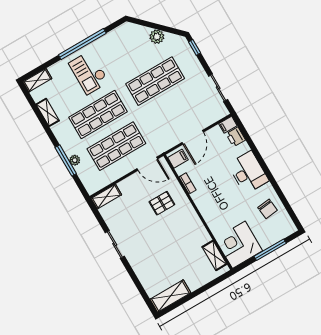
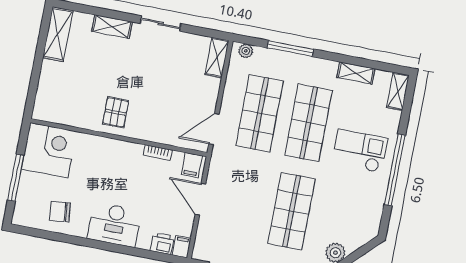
plant: (75, 160) -> (246, 51), moved
pallet: (162, 203) -> (116, 112), moved
shelving: (214, 255) -> (112, 27), moved

